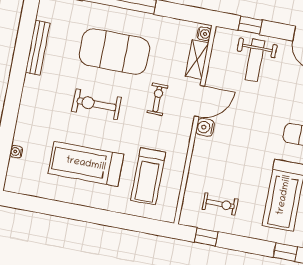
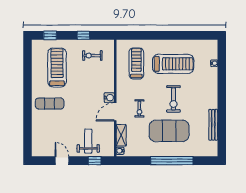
exercise bike: (97, 104) -> (173, 99), turned 90
window: (206, 237) -> (83, 35), moved

